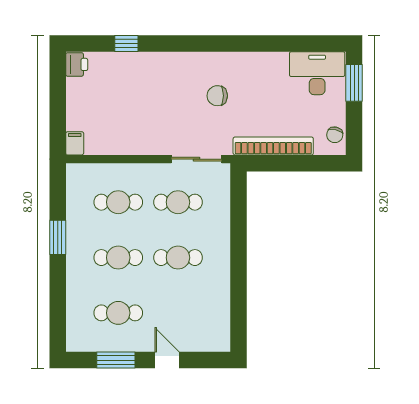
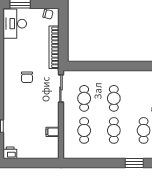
filing cabinet: (75, 143) -> (52, 132), moved
window: (58, 237) -> (134, 163), moved

